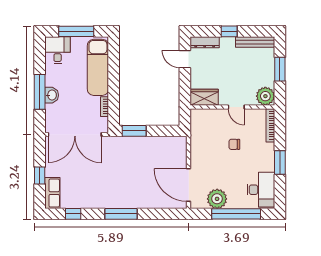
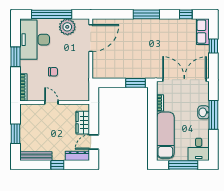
door: (185, 59) -> (94, 142), swing flipped
plant: (265, 96) -> (27, 111), removed
wardrobe: (204, 97) -> (83, 123), moved, turned 90
door: (189, 185) -> (91, 38), hinge flipped
desk: (261, 190) -> (35, 40), width x1.36, depth x1.30

